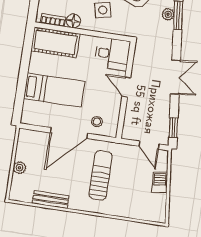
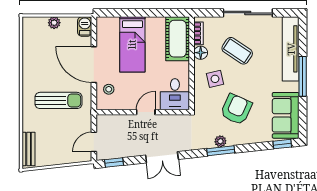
barbecue: (160, 182) -> (85, 26), moved, turned -84
bench: (51, 199) -> (29, 149), moved

